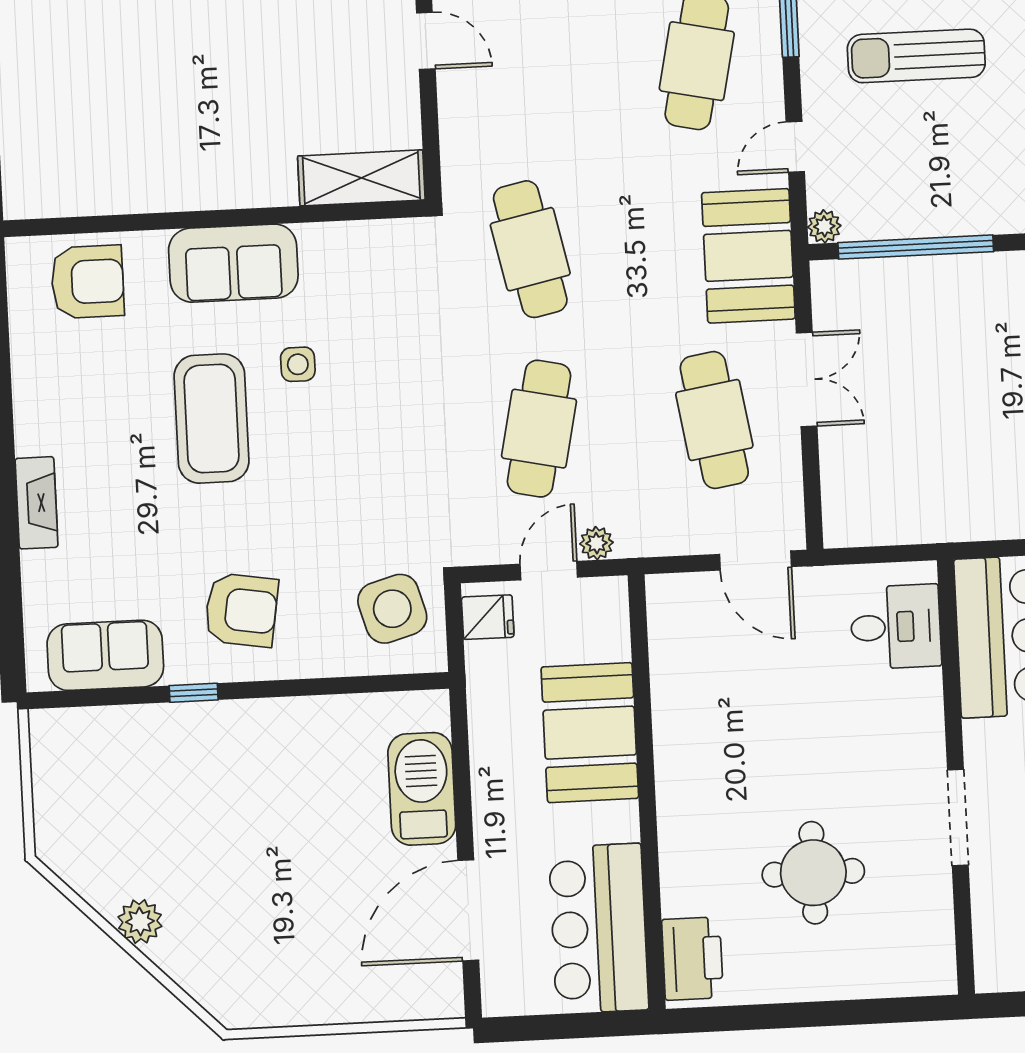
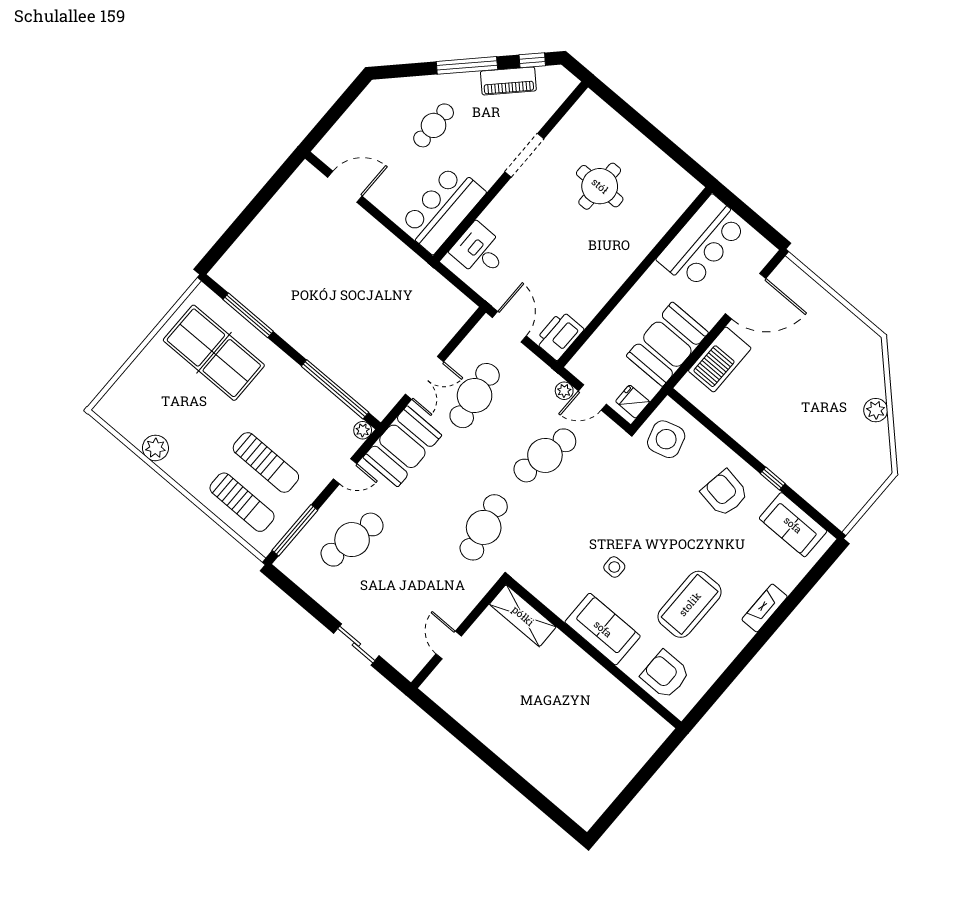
double door: (807, 379) -> (425, 378), swing flipped
coffee table: (211, 419) -> (690, 604), moved
booth: (590, 733) -> (667, 344), moved
printer: (692, 959) -> (559, 335), moved

